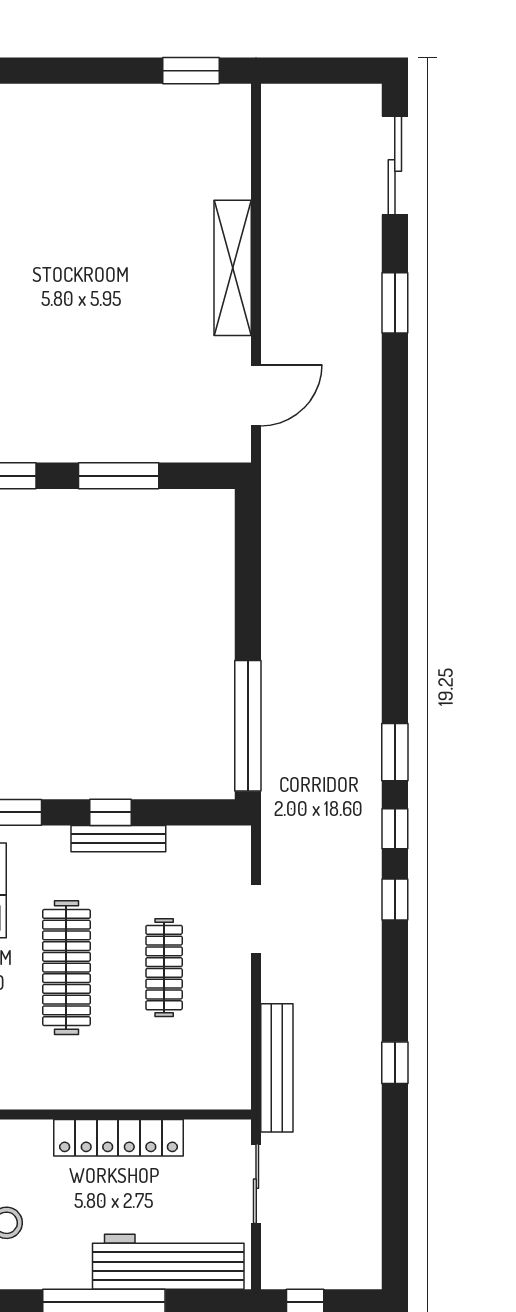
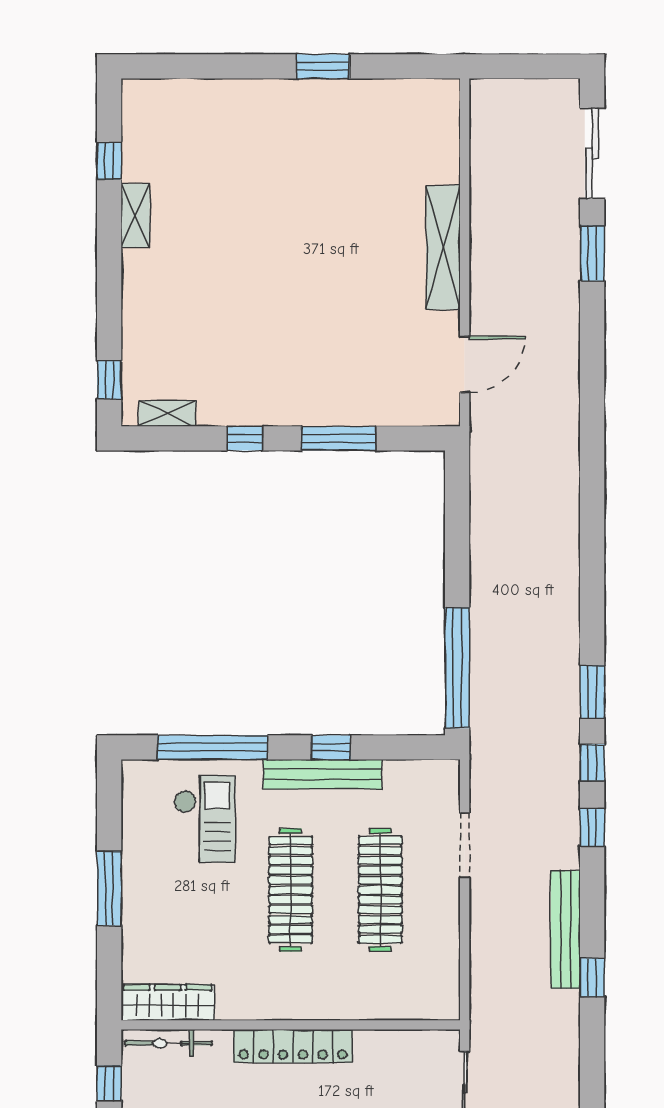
window: (191, 71) -> (323, 66), moved
window: (395, 303) -> (592, 253), moved
bench: (118, 839) -> (322, 774), width x1.37, depth x1.21
clothes rail: (164, 968) -> (380, 890), width x1.37, depth x1.31
bench: (277, 1068) -> (566, 929), moved
locker: (118, 1138) -> (293, 1046), moved

